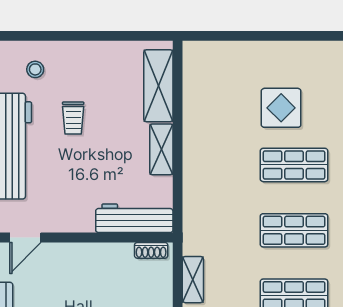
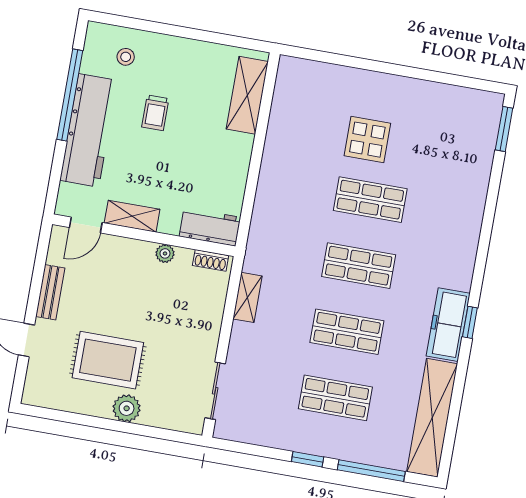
shelving: (161, 149) -> (132, 216), moved, turned 90
workbench: (134, 218) -> (210, 227), width x0.73
plant: (106, 251) -> (165, 253), added

